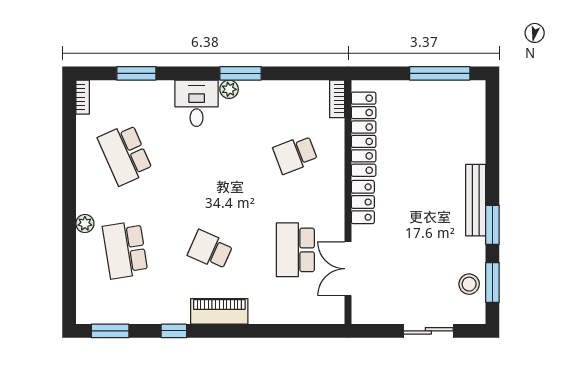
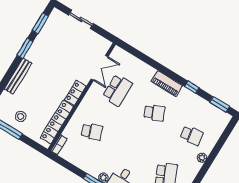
bench: (476, 200) -> (18, 76), moved
school desk: (125, 250) -> (191, 135), width x0.54
school desk: (210, 250) -> (154, 113), turned -48
stool: (469, 284) -> (21, 116), moved

